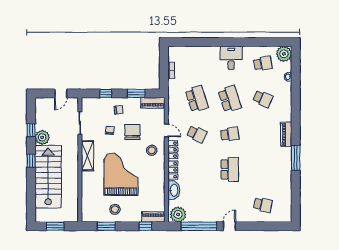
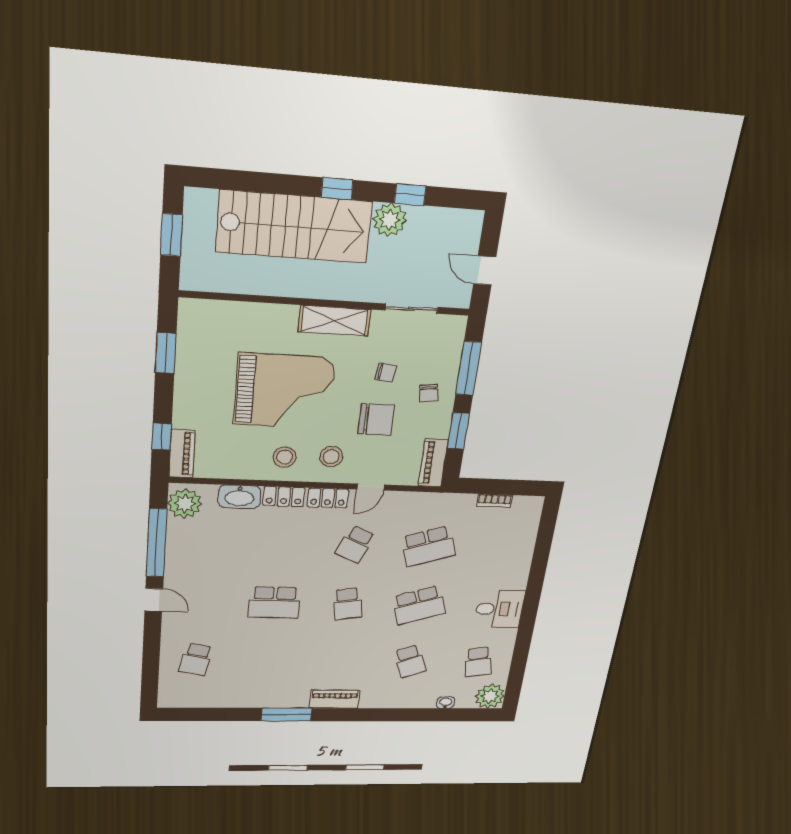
window: (106, 93) -> (469, 368), width x2.17
school desk: (263, 99) -> (410, 661), turned -45
stool: (115, 209) -> (284, 457), moved

